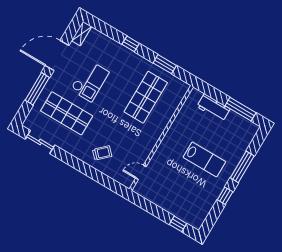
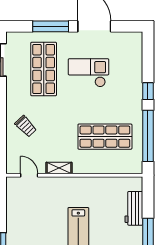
shelving: (82, 34) -> (59, 168), moved
window: (165, 64) -> (148, 136), width x2.11
checkout: (90, 81) -> (89, 73), turned 180

